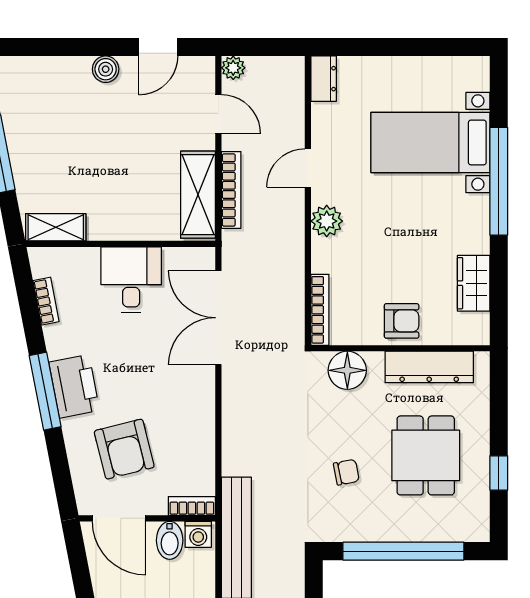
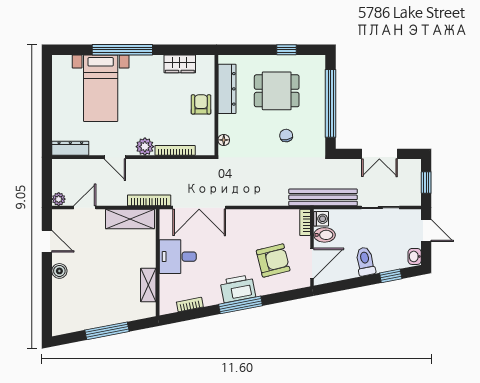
dresser: (324, 79) -> (70, 148), width x1.44
bookcase: (231, 190) -> (149, 200), moved
shelving: (56, 227) -> (148, 285), moved
bookcase: (320, 310) -> (175, 150), moved
floor lamp: (347, 370) -> (224, 140), width x0.53, depth x0.53

